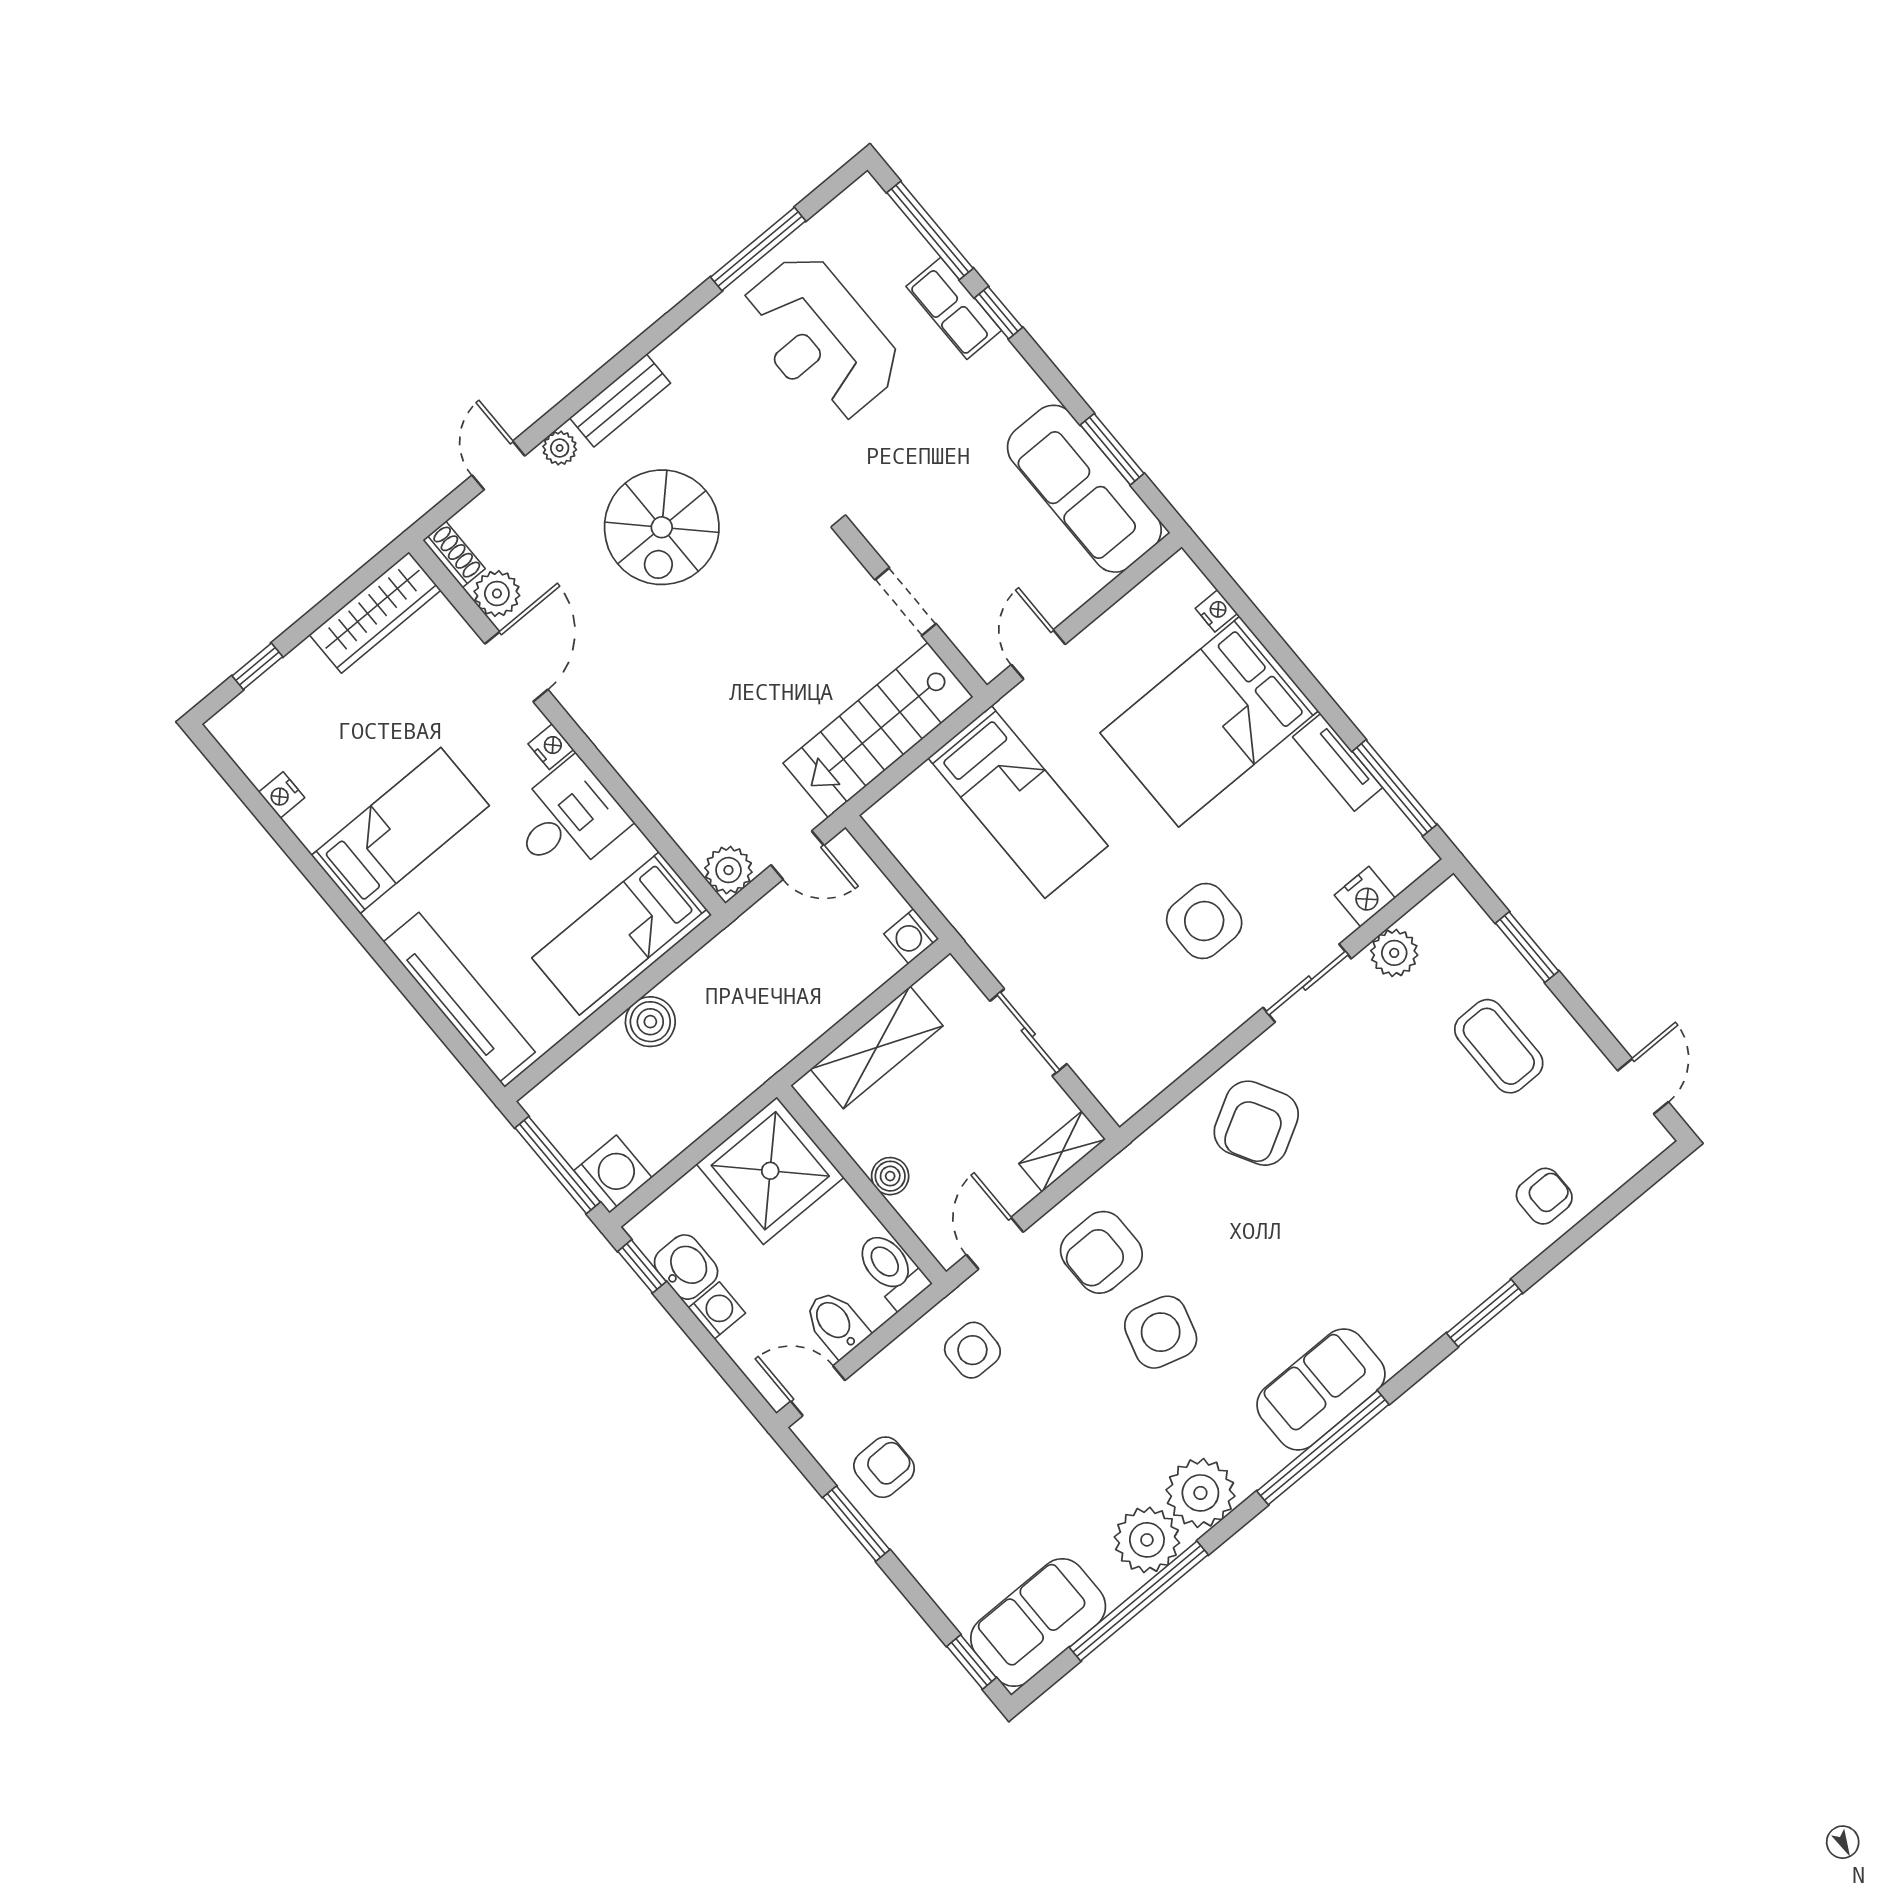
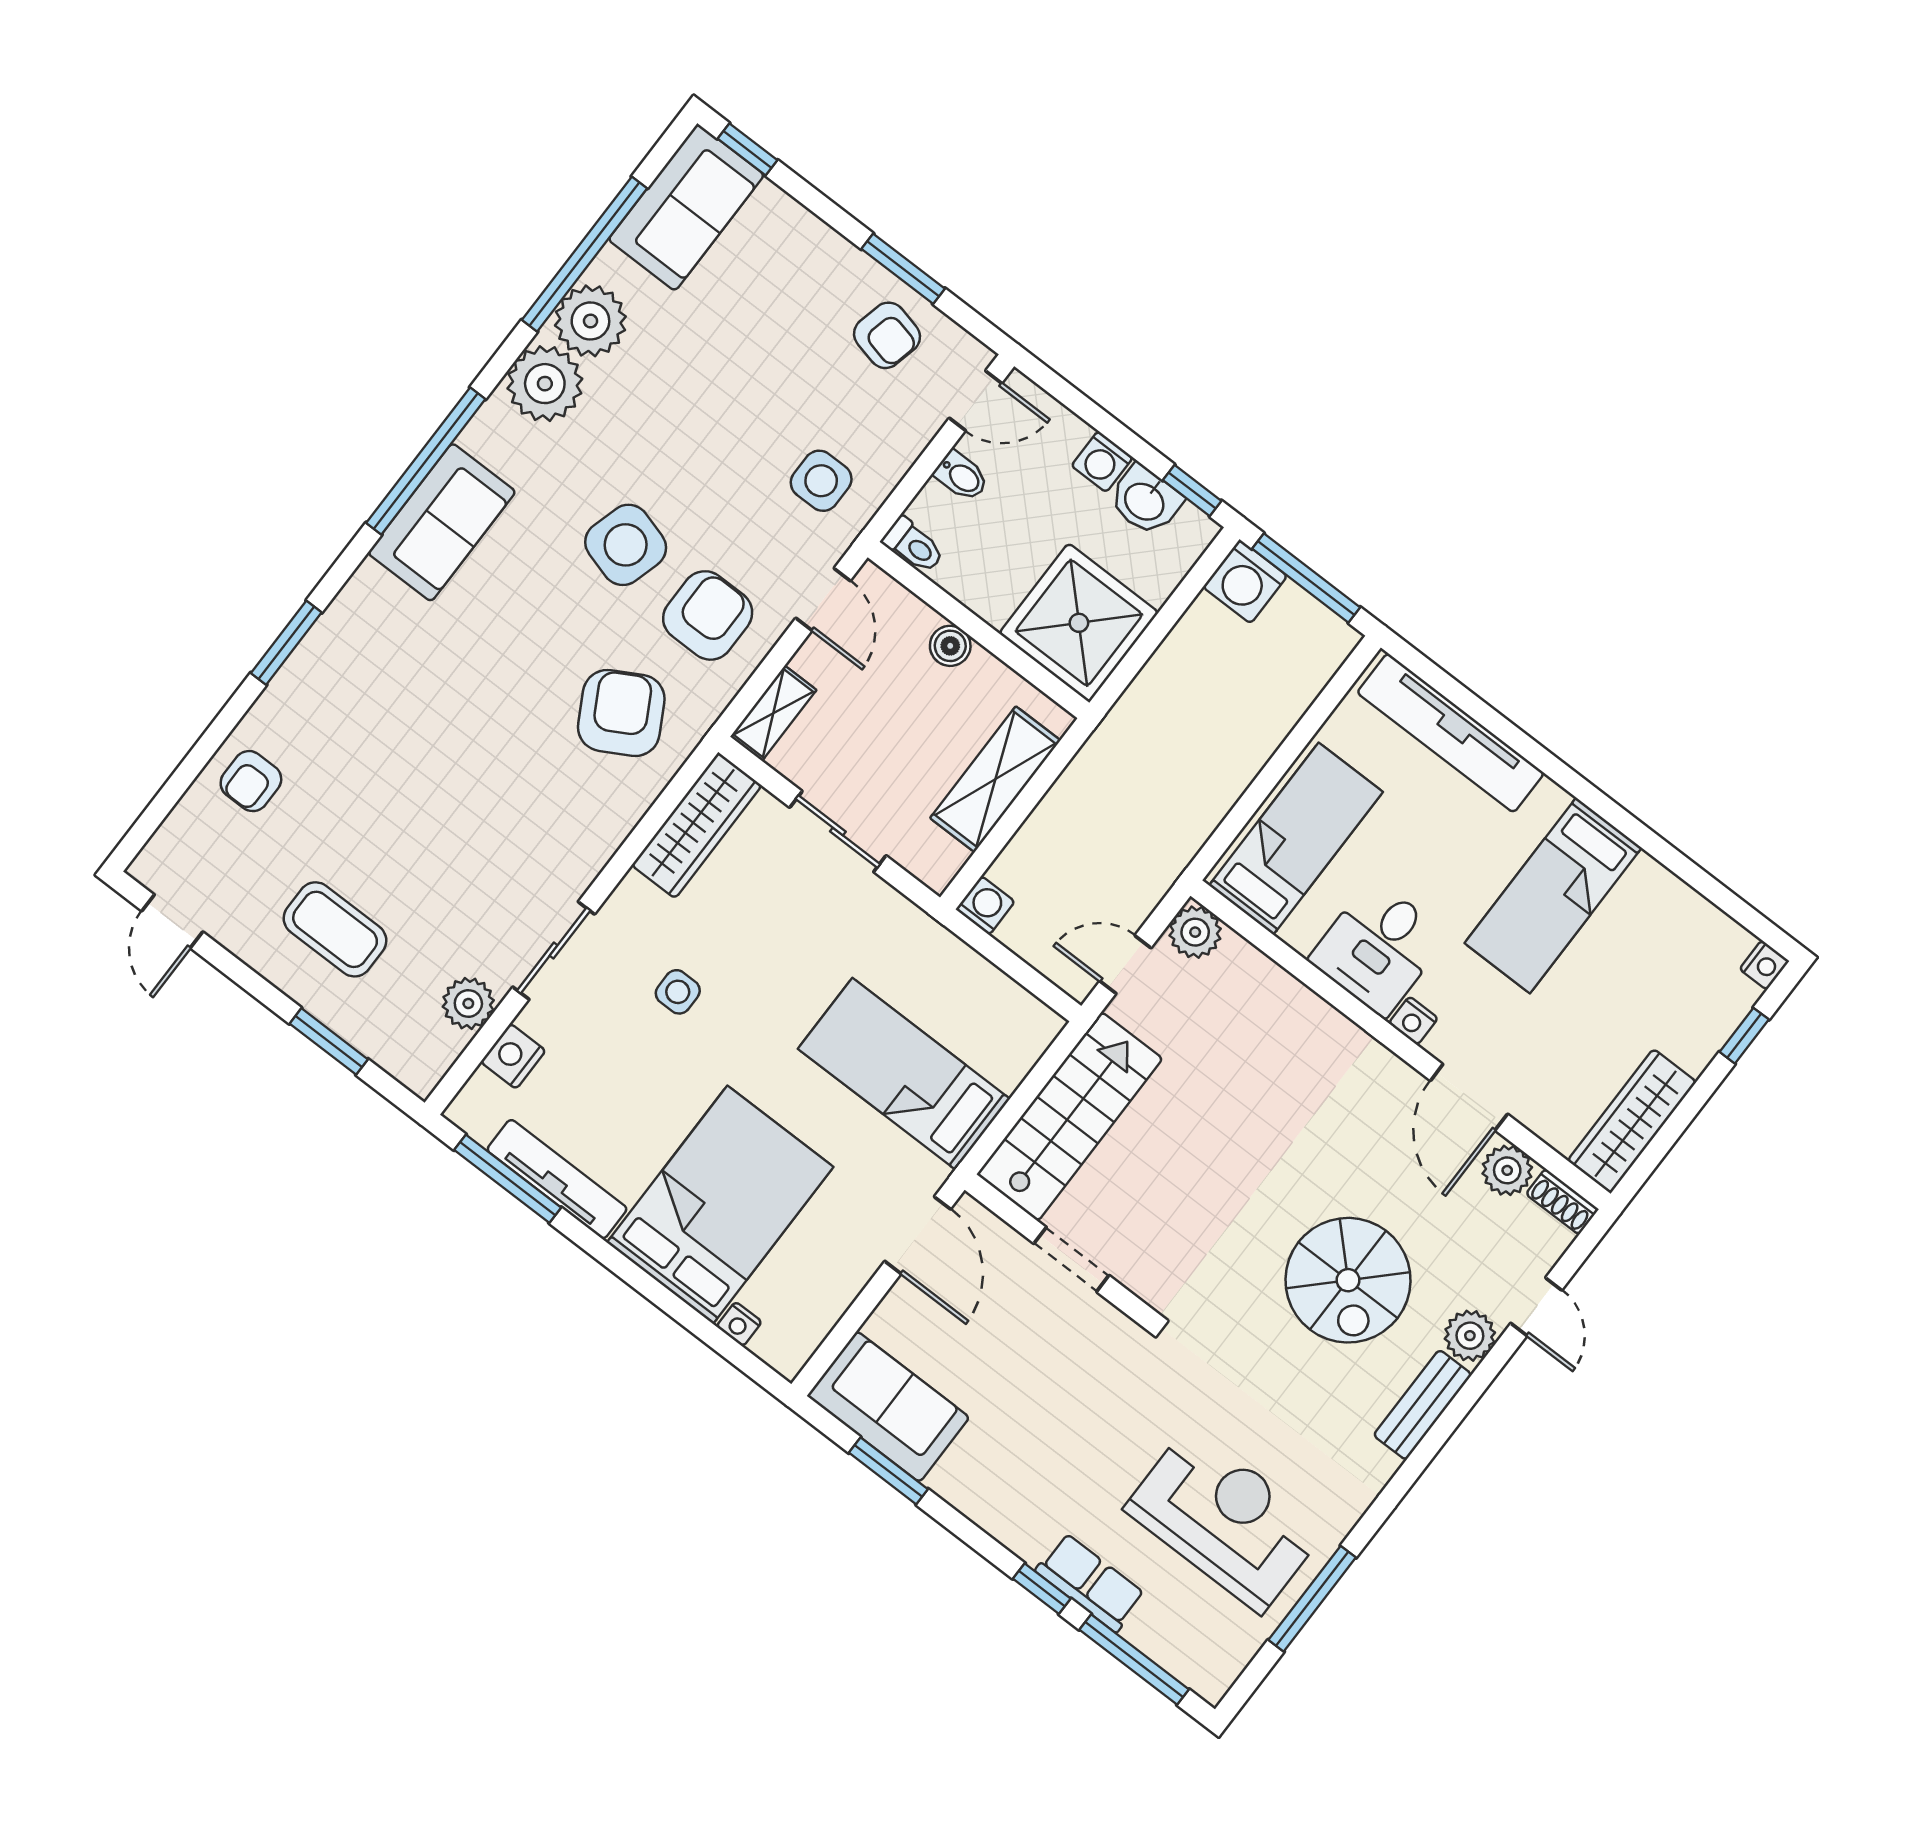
plant: (560, 448) -> (1470, 1336), width x1.38, depth x1.38
sofa: (1084, 489) -> (888, 1407), width x0.73
spiral stairs: (662, 527) -> (1348, 1280), turned 180
door: (1038, 655) -> (918, 1235), width x1.38
tv unit: (1338, 762) -> (557, 1179), width x1.41
nightstand: (282, 795) -> (1764, 965), moved, turned 90
side table: (1204, 921) -> (678, 992), width x0.54, depth x0.54
boiler: (650, 1022) -> (1242, 752), removed
wardrobe: (1154, 1066) -> (697, 825), added
armchair: (1256, 1123) -> (621, 713), moved
toilet: (891, 1270) -> (914, 545), width x0.73, depth x0.72
bidet: (836, 1323) -> (961, 476), width x0.72, depth x0.74
armchair: (884, 1467) -> (887, 335), turned -77

